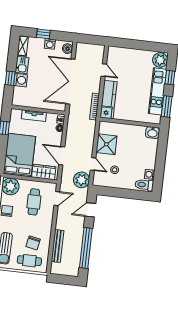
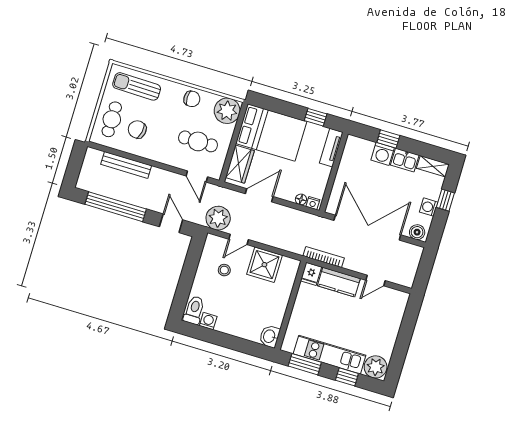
tv unit: (34, 116) -> (331, 148), moved

